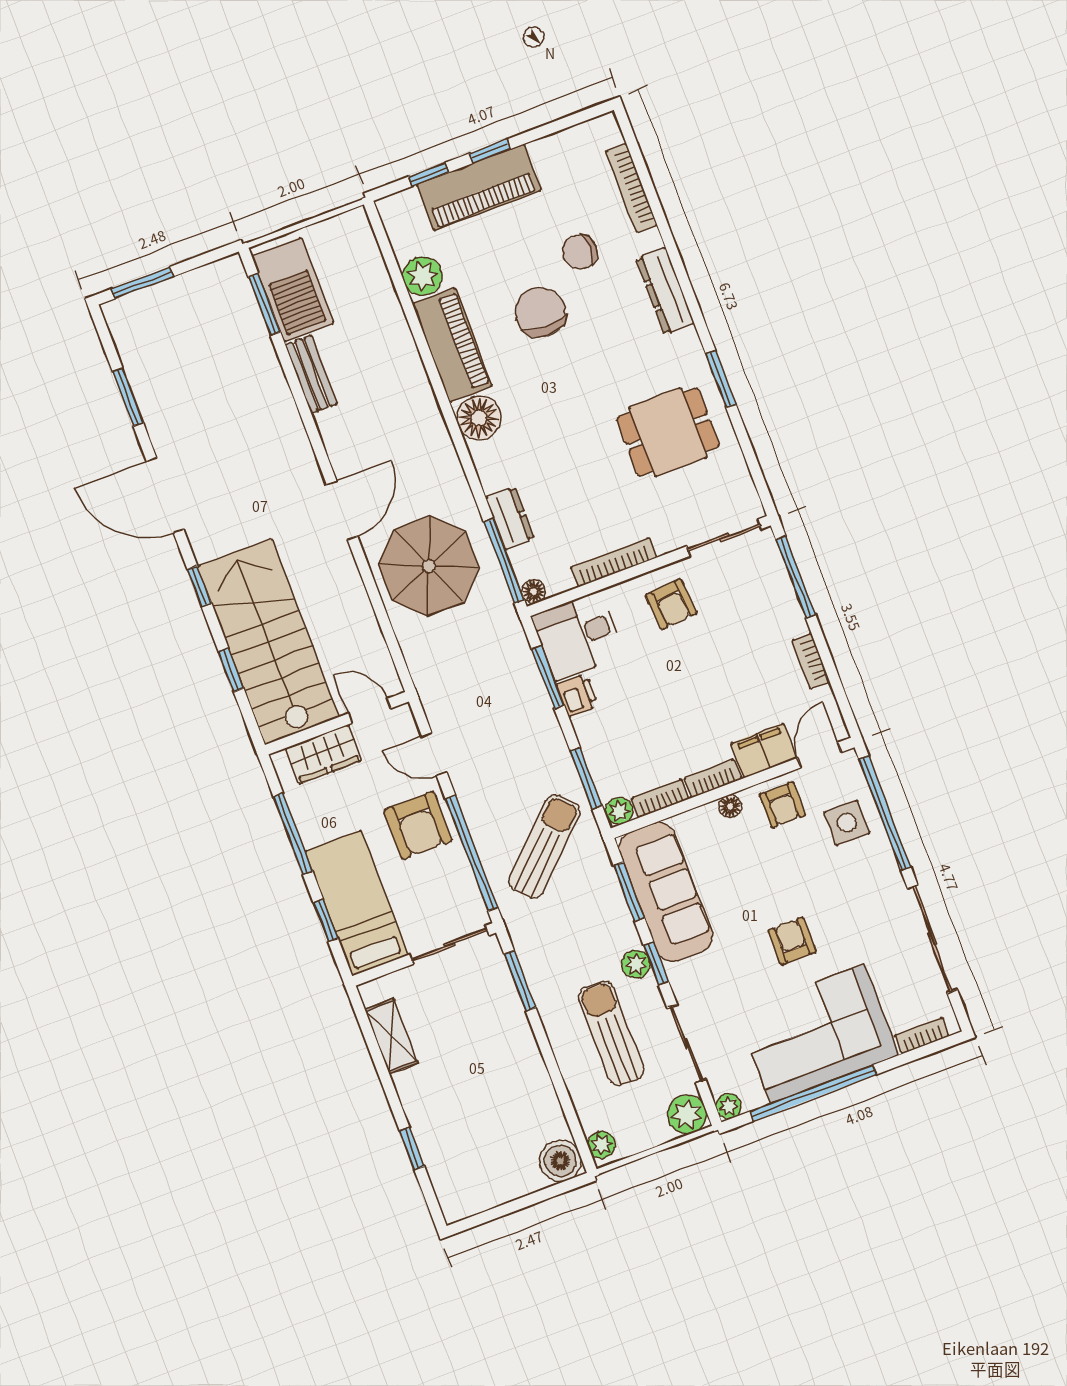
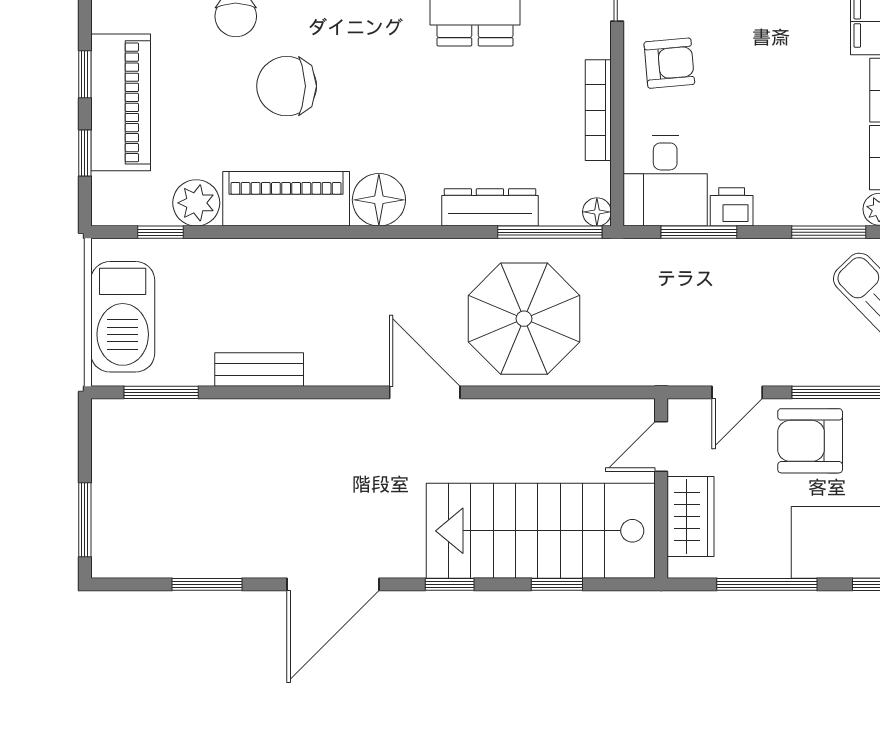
window: (389, 257) -> (161, 232), added
barbecue: (293, 290) -> (123, 317), moved, turned 90
dresser: (510, 518) -> (490, 207), width x1.44
armchair: (418, 825) -> (810, 441), turned 180

